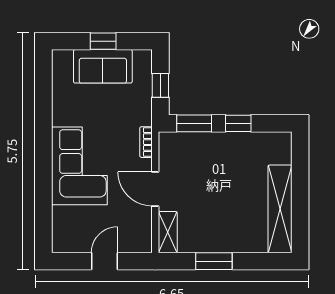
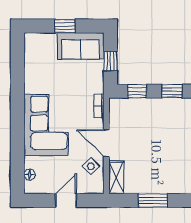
sofa: (103, 66) -> (81, 46), moved
window: (194, 123) -> (137, 91), width x0.67
side table: (136, 218) -> (91, 166), added
floor lamp: (59, 228) -> (30, 175), added

